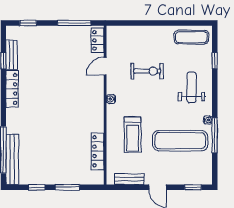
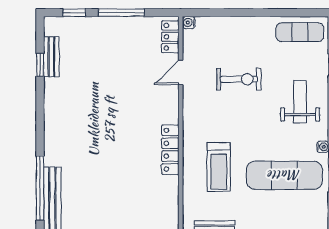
window: (74, 23) -> (121, 13), moved
locker: (12, 89) -> (52, 104), removed
water cooler: (111, 99) -> (189, 23), moved
locker: (98, 151) -> (170, 150), moved

